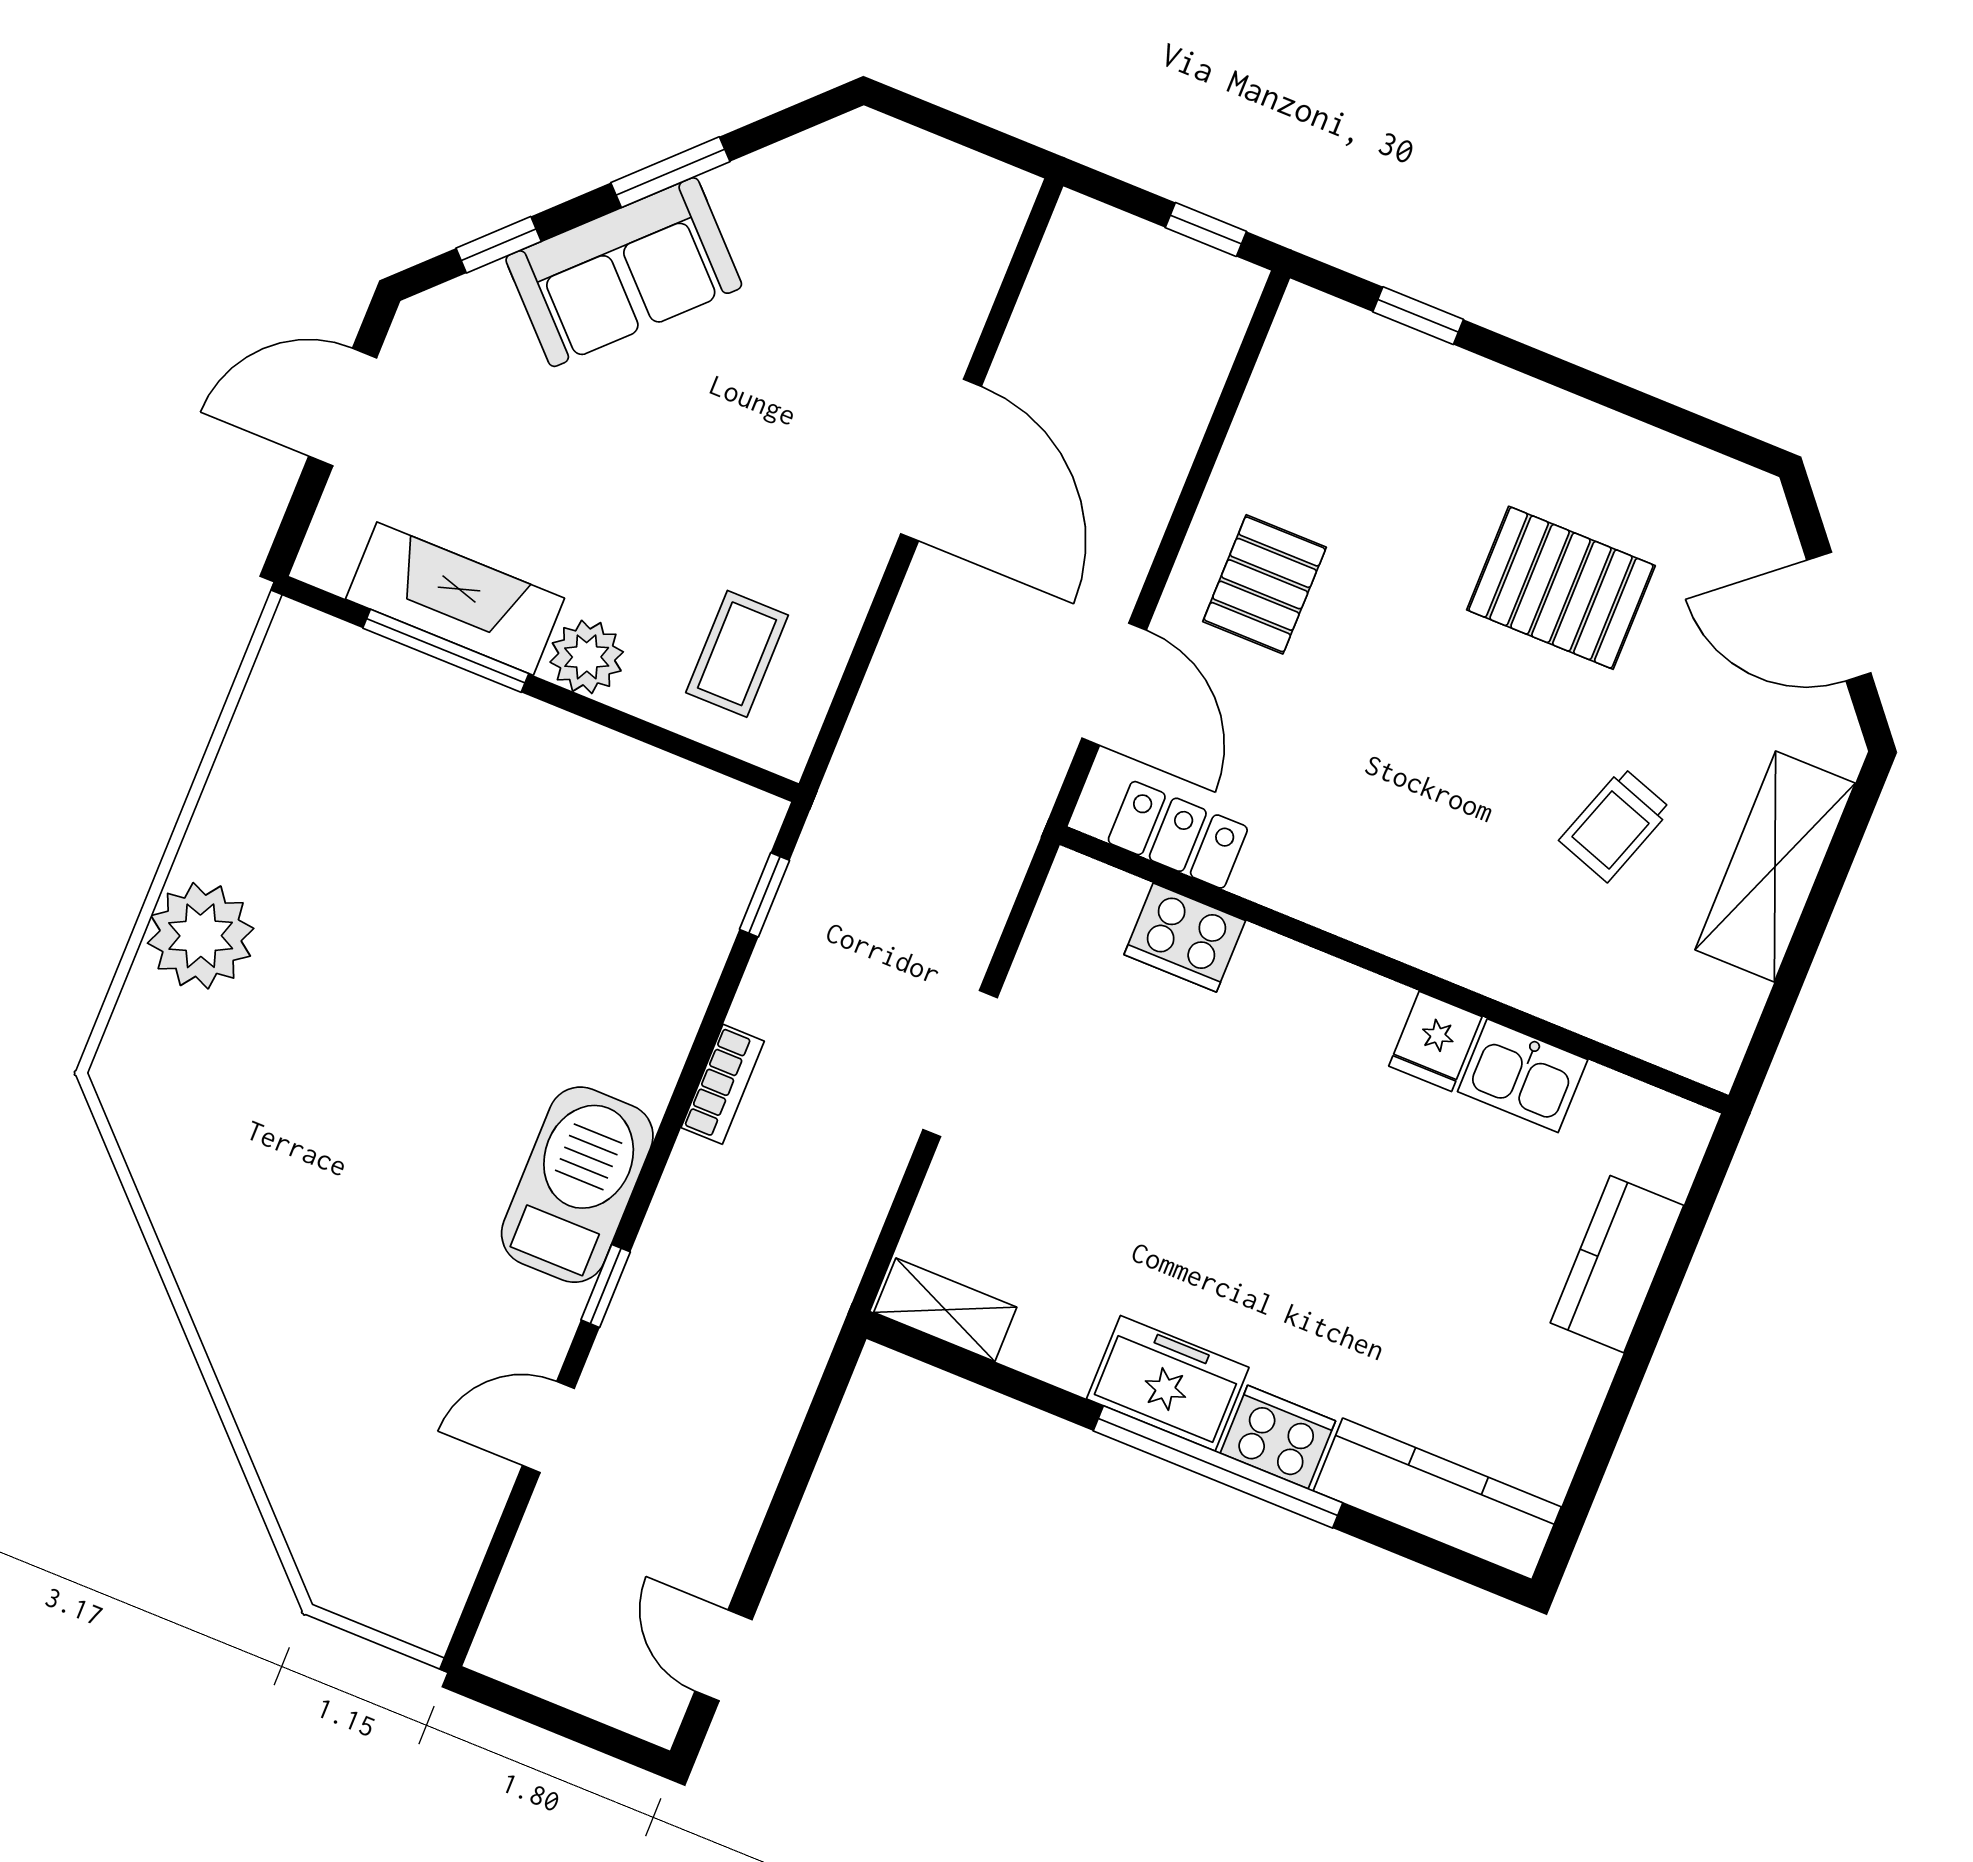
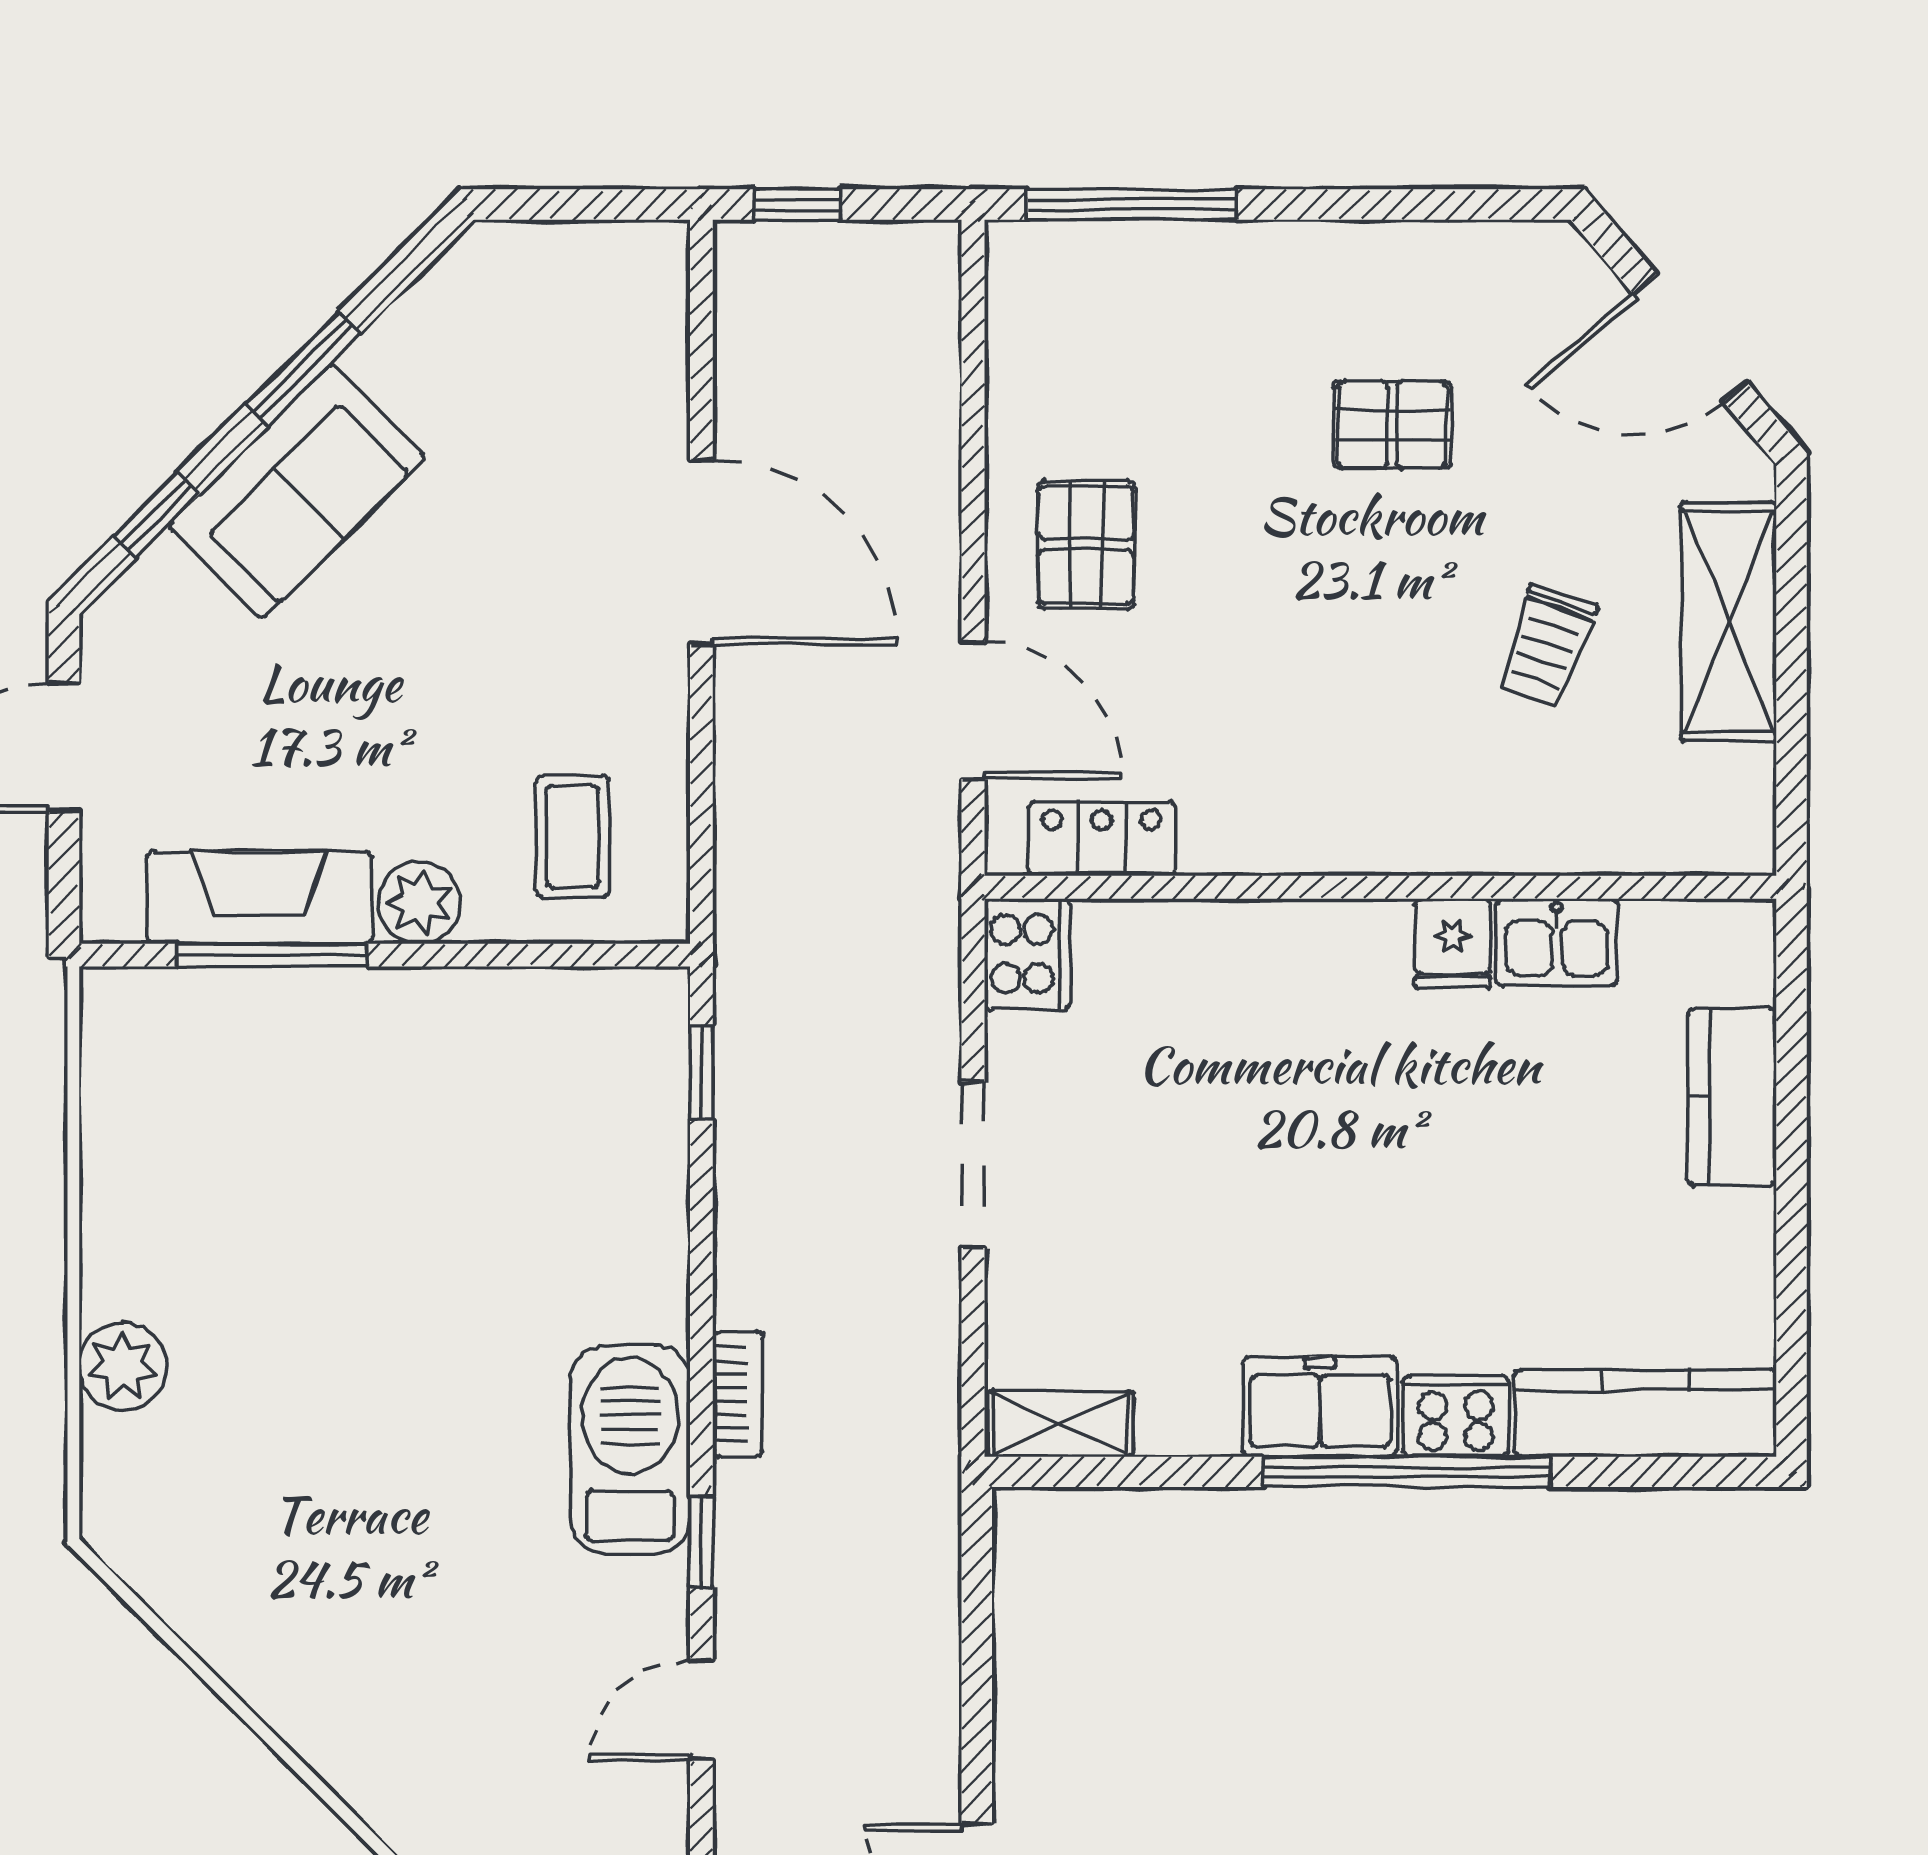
window: (1206, 230) -> (797, 204), moved
window: (1418, 316) -> (1132, 204), width x2.17
pallet: (1561, 588) -> (1392, 425), width x0.67, depth x0.71
plant: (201, 936) -> (123, 1366), width x0.73, depth x0.73
cooker: (1185, 938) -> (1027, 954), moved, turned -90
bookcase: (723, 1084) -> (738, 1394), moved

